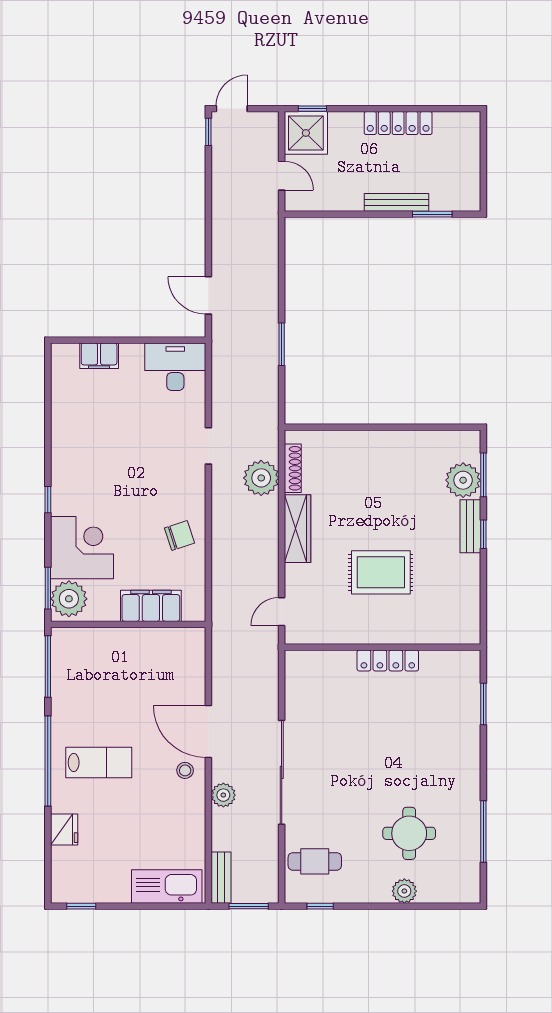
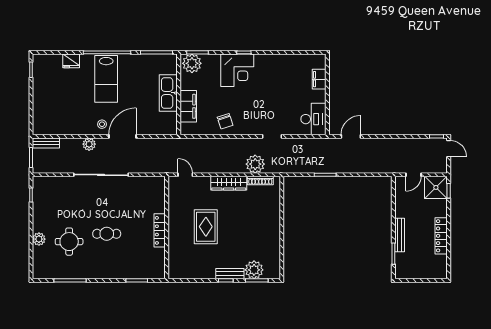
corner desk: (82, 548) -> (237, 70), moved
lab bench: (99, 763) -> (106, 79), width x1.36, depth x1.39
cafe table: (315, 861) -> (107, 234), moved, turned 90
kitchen sink: (167, 886) -> (168, 93), moved, turned 180

